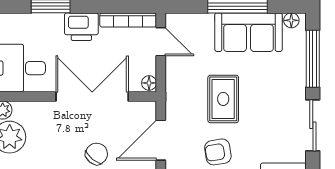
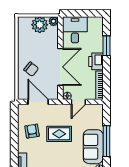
door: (161, 42) -> (78, 102), moved

